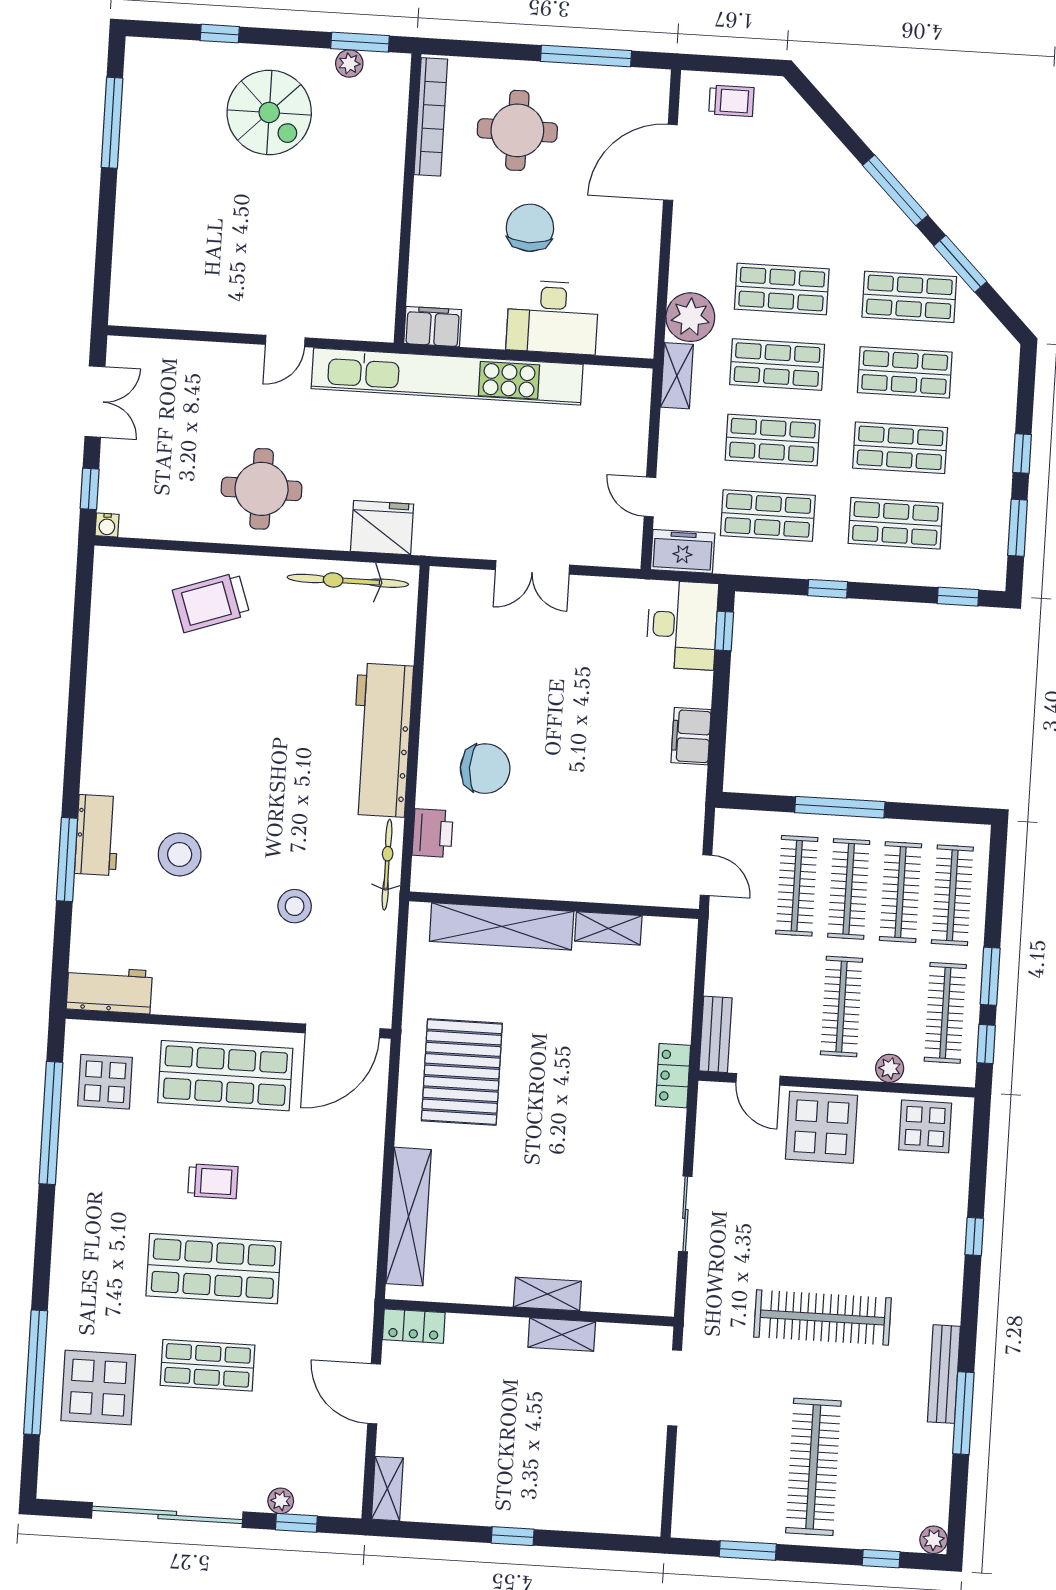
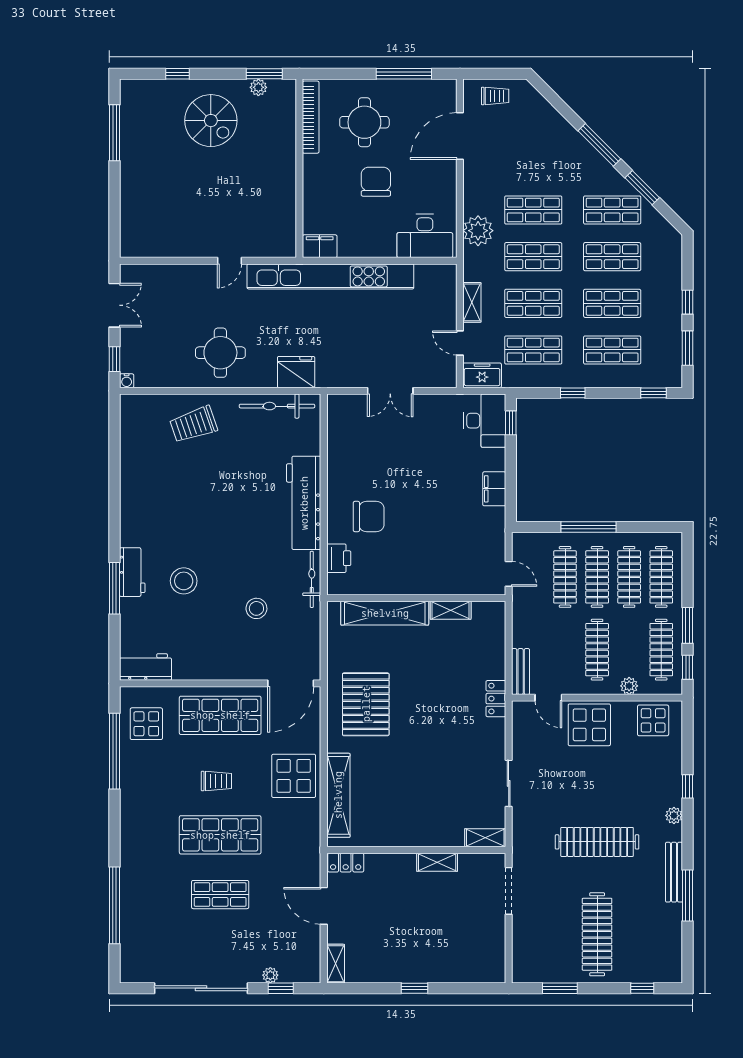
desk: (553, 317) -> (425, 236), moved
shelving: (677, 376) -> (472, 302), moved
shelving: (547, 1294) -> (485, 838), moved
display table: (98, 1388) -> (294, 776), moved
plant: (934, 1540) -> (674, 816), moved

